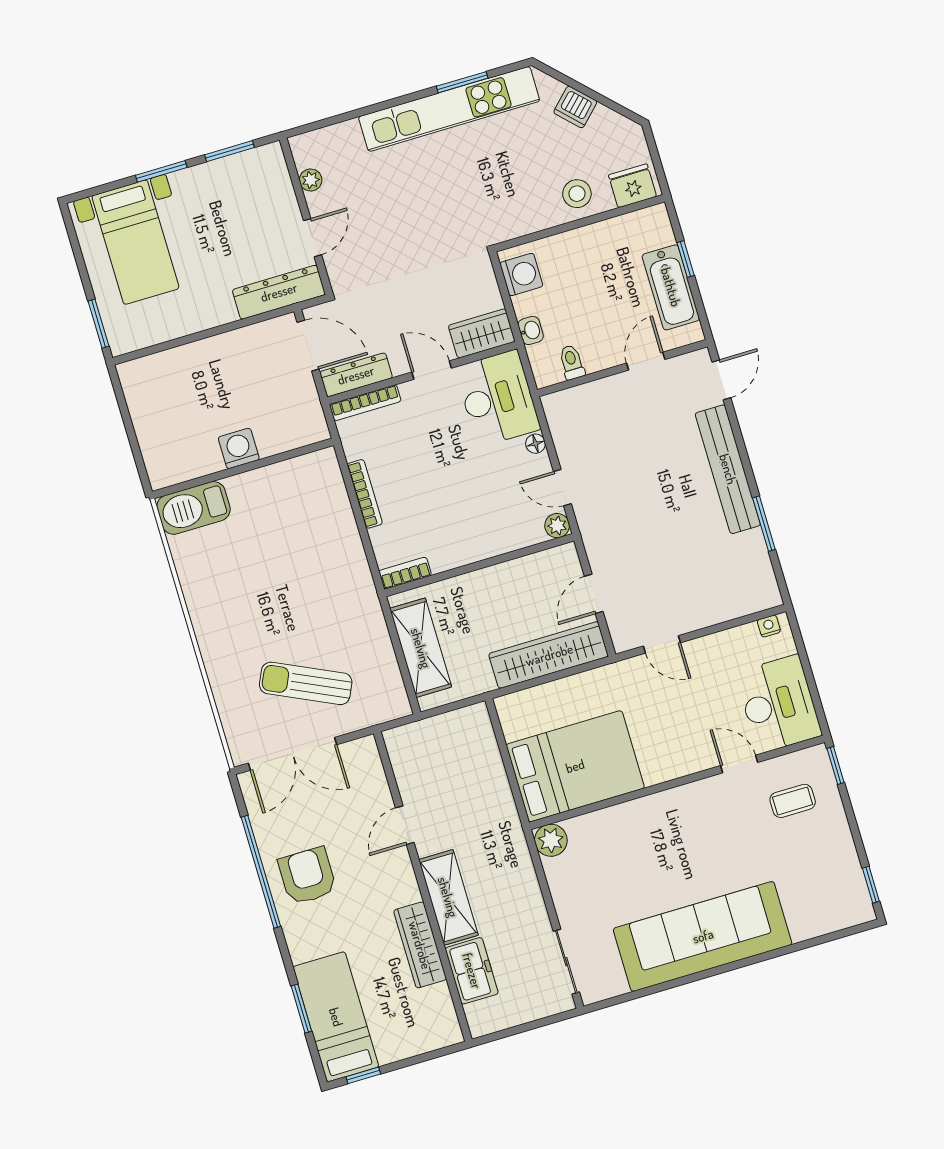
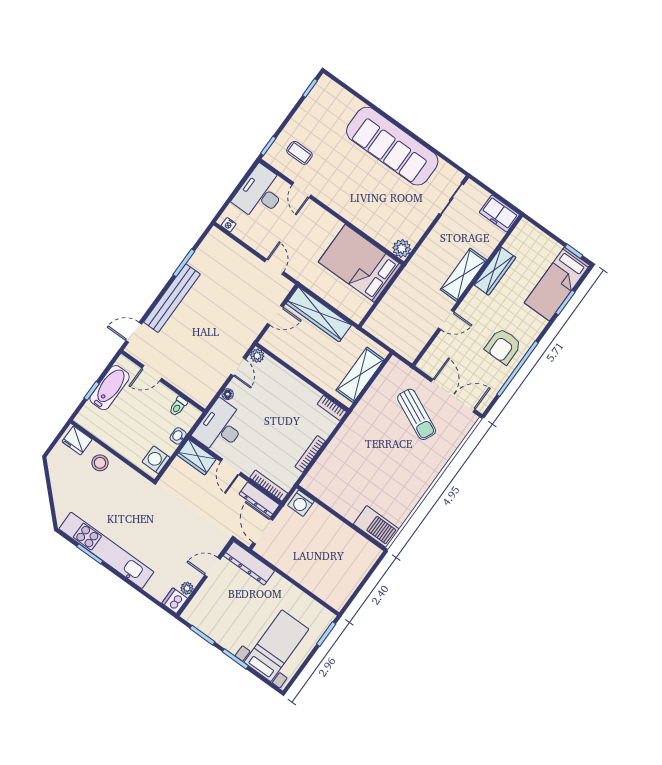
dishwasher: (575, 107) -> (175, 601), moved, turned -135
washing machine: (239, 448) -> (301, 503), moved
freezer: (472, 971) -> (499, 214), moved, turned -90

